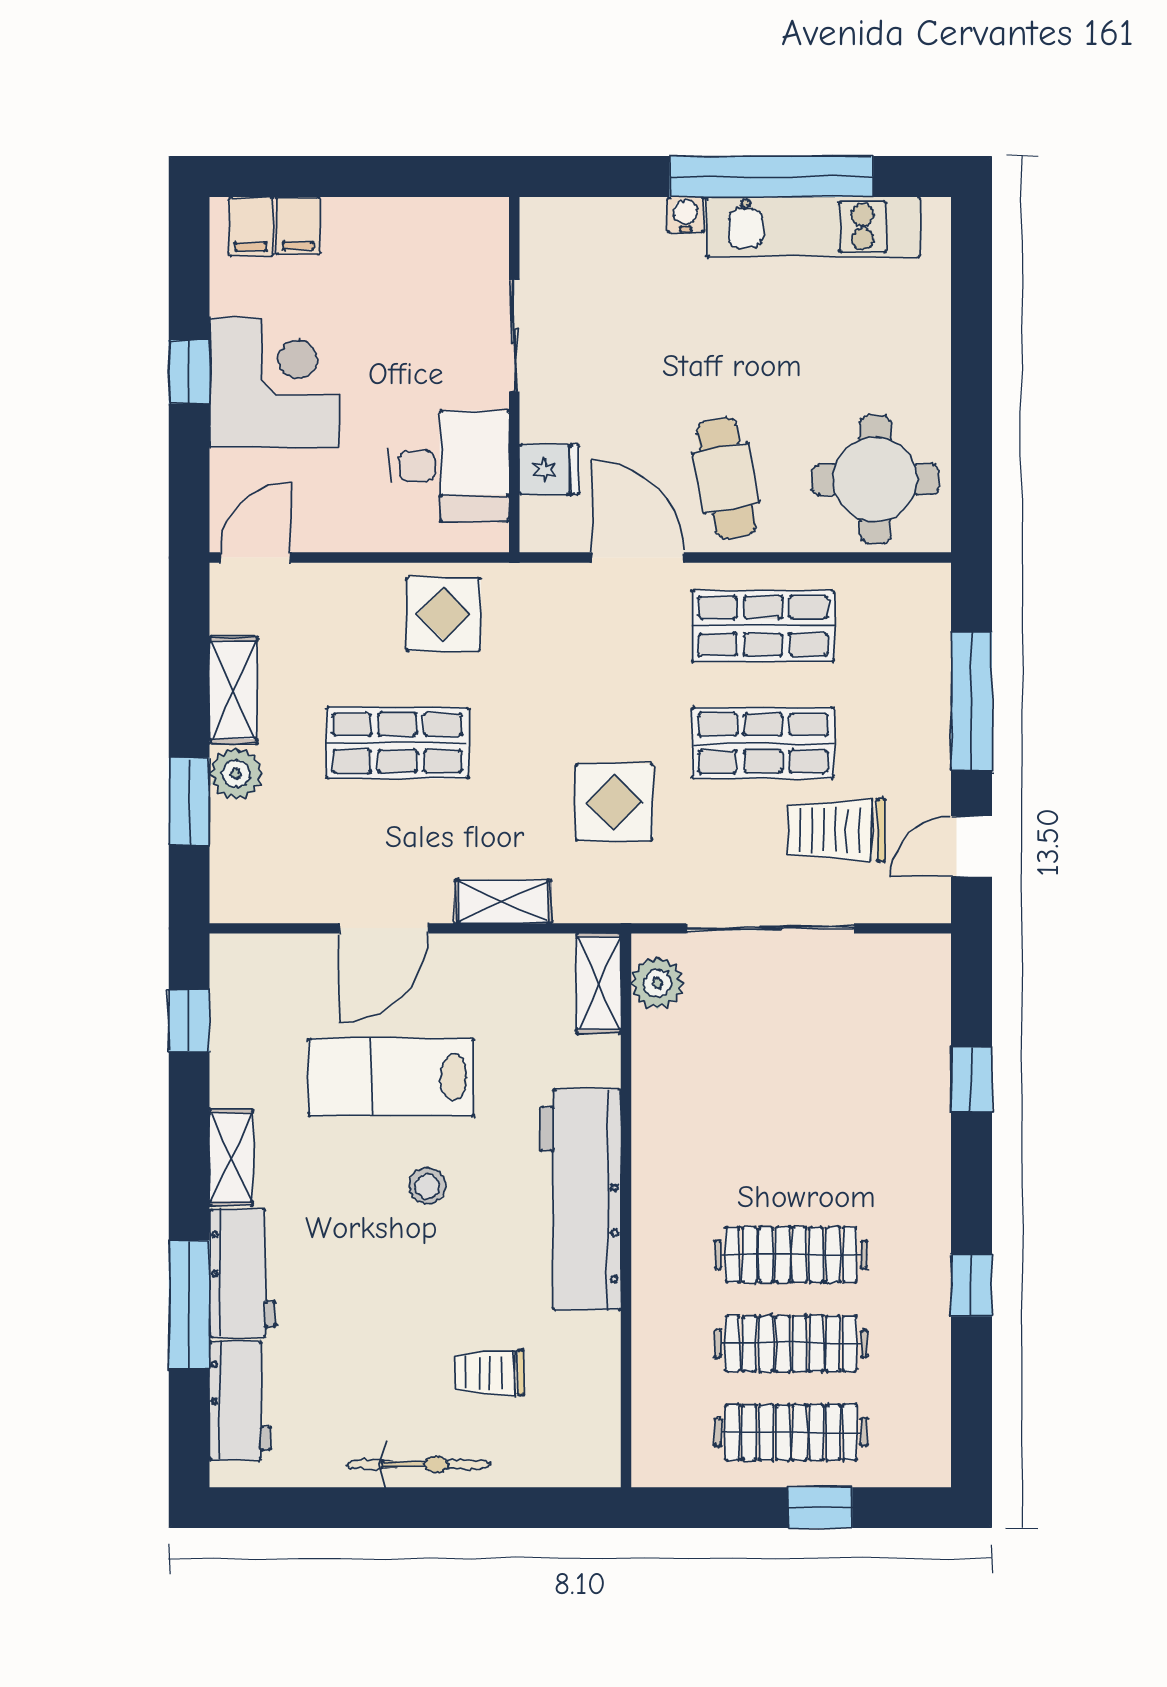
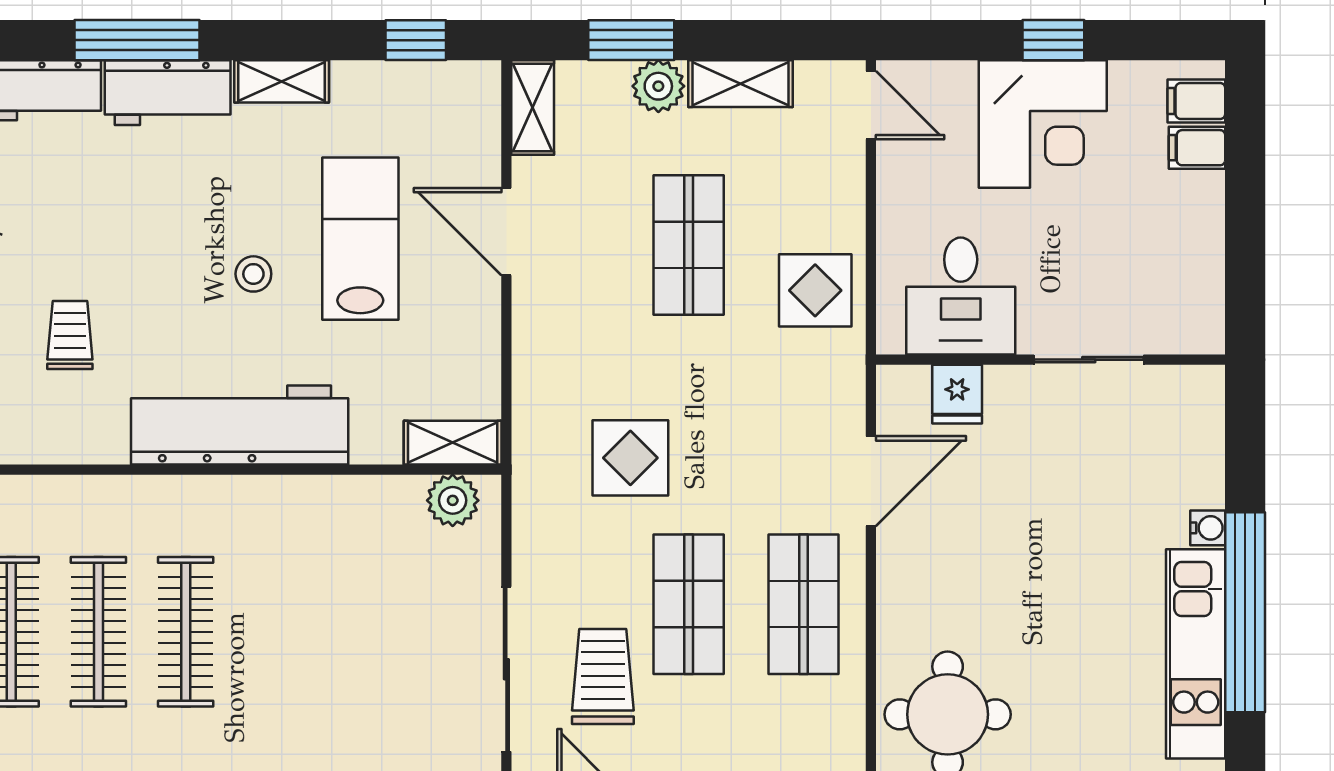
cafe table: (726, 478) -> (949, 568), removed
shelving: (503, 902) -> (533, 107), moved
sliding door: (770, 928) -> (506, 669), moved

